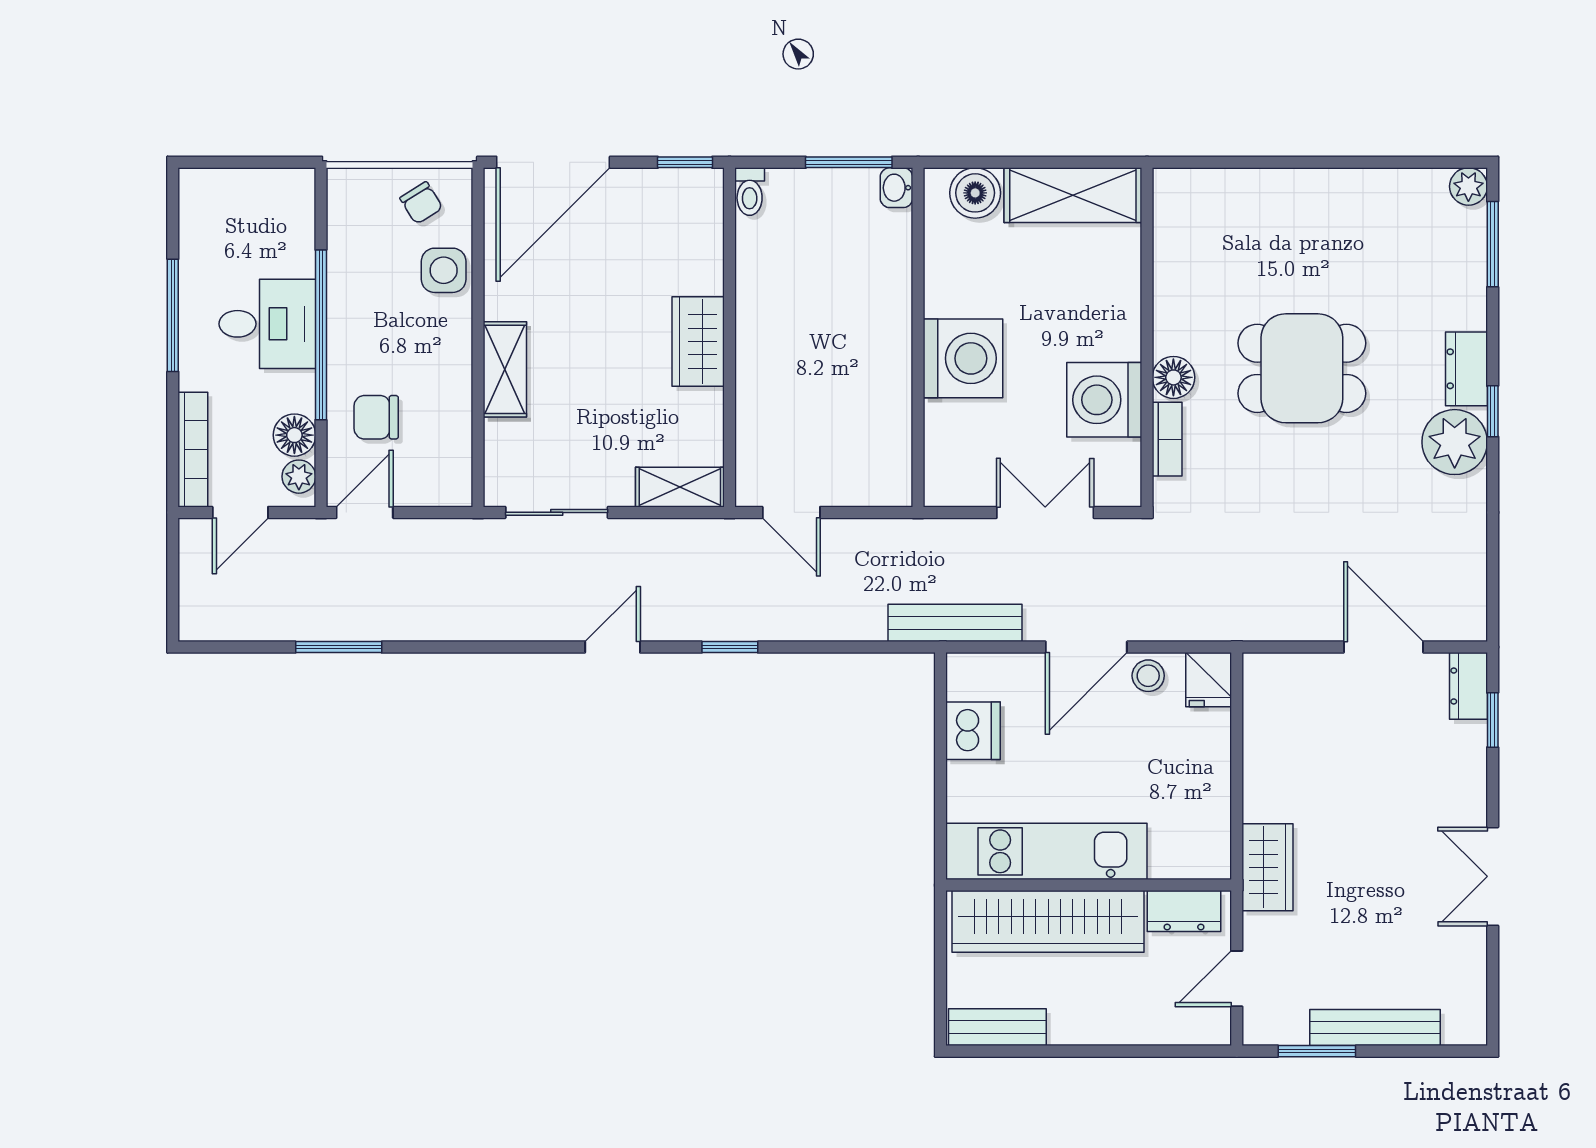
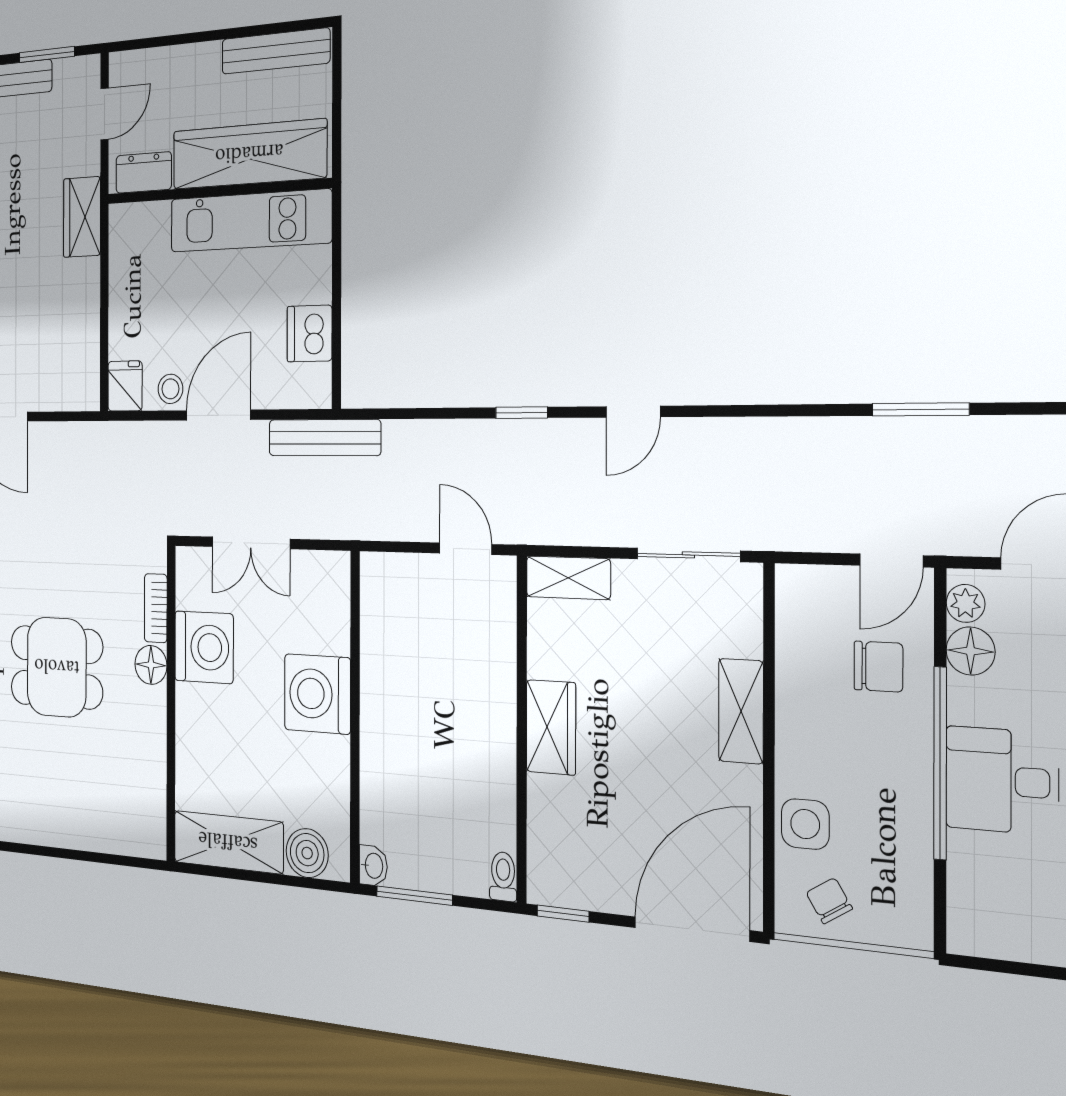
bench: (997, 1027) -> (275, 51), width x1.36

